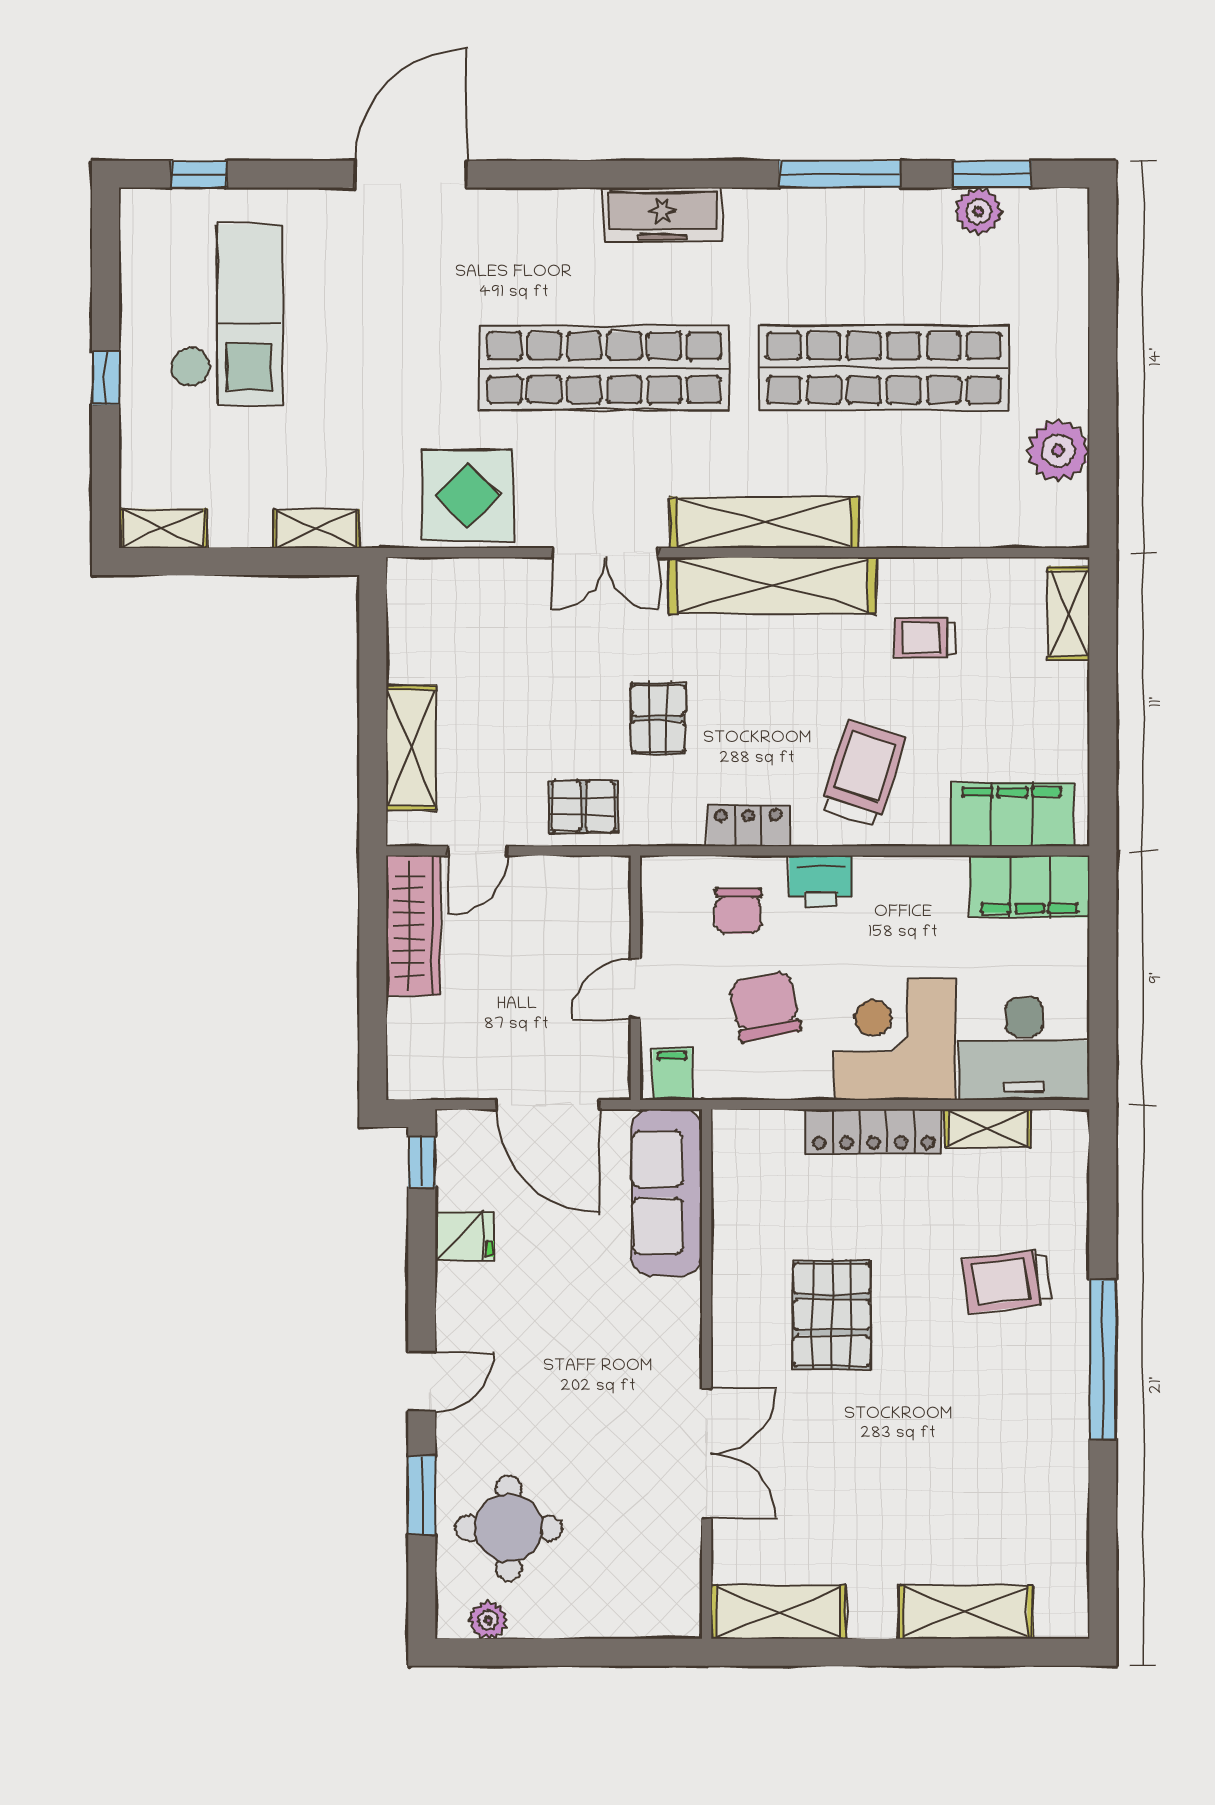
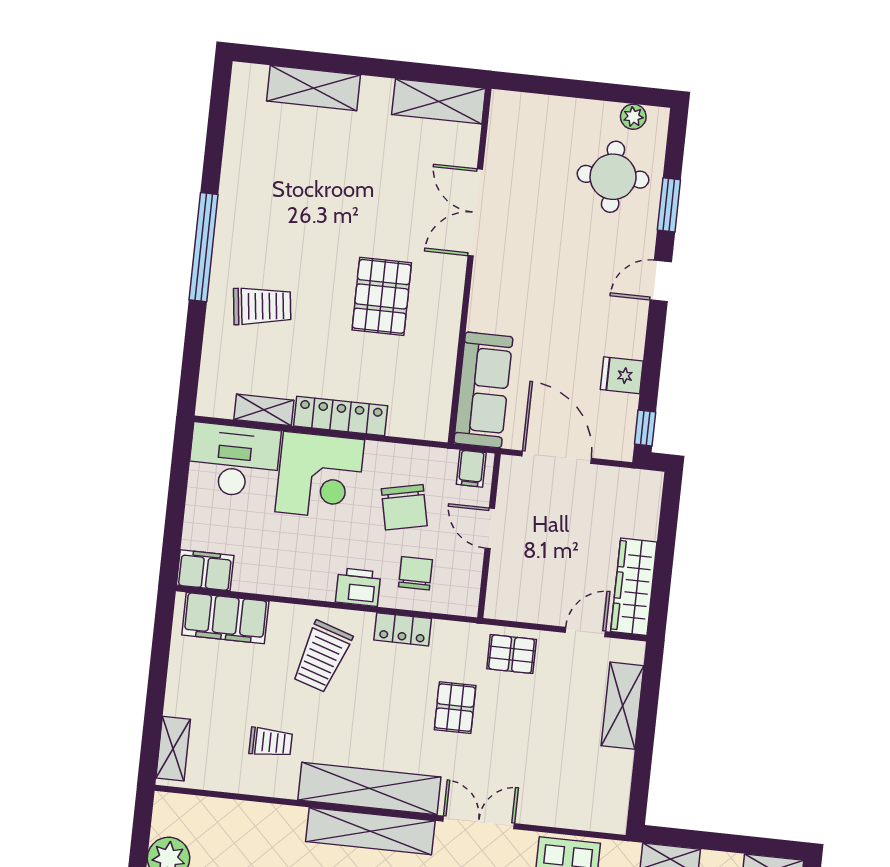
filing cabinet: (1029, 886) -> (205, 570), width x0.67, depth x0.86
door: (635, 989) -> (490, 528), swing flipped

